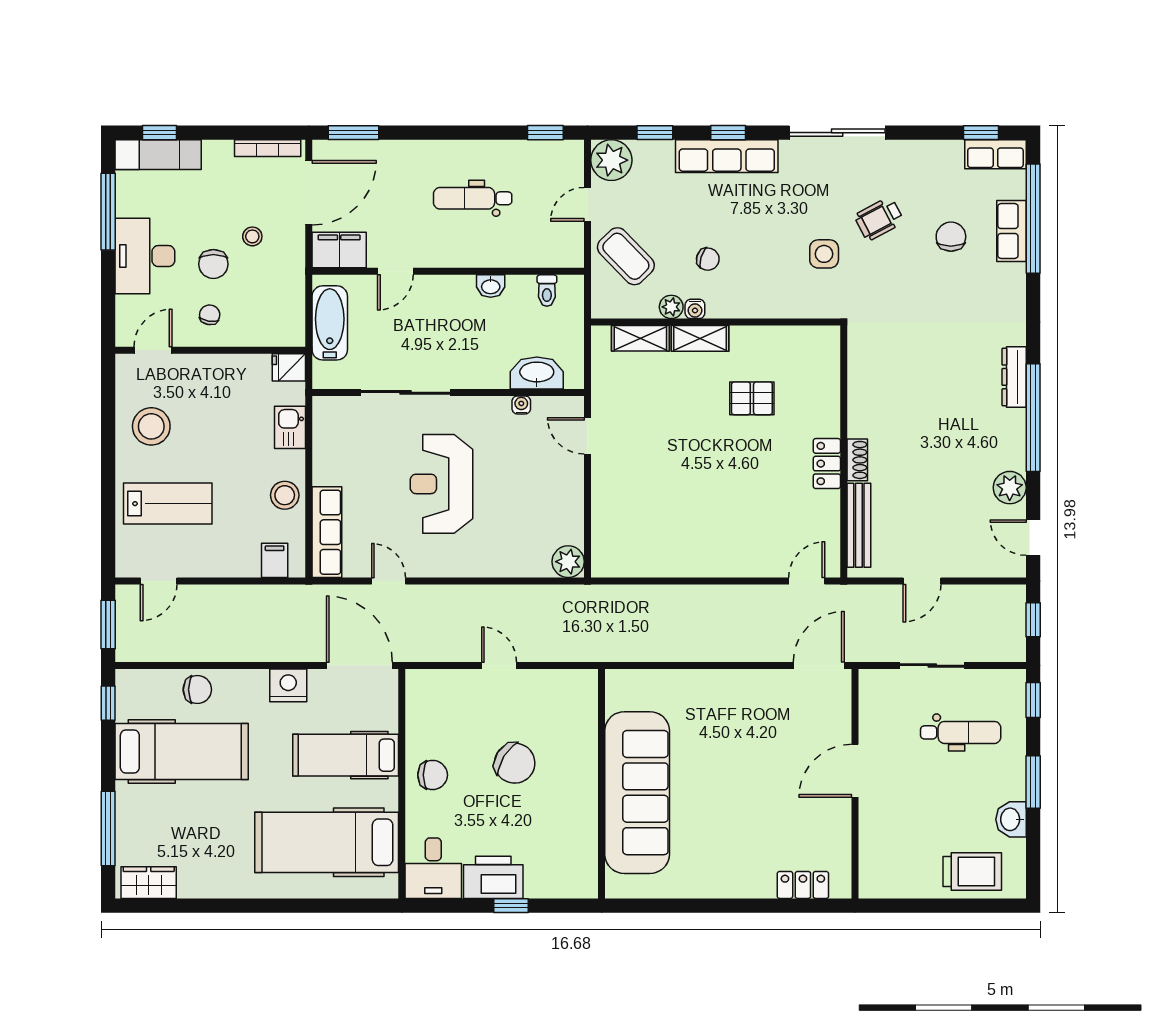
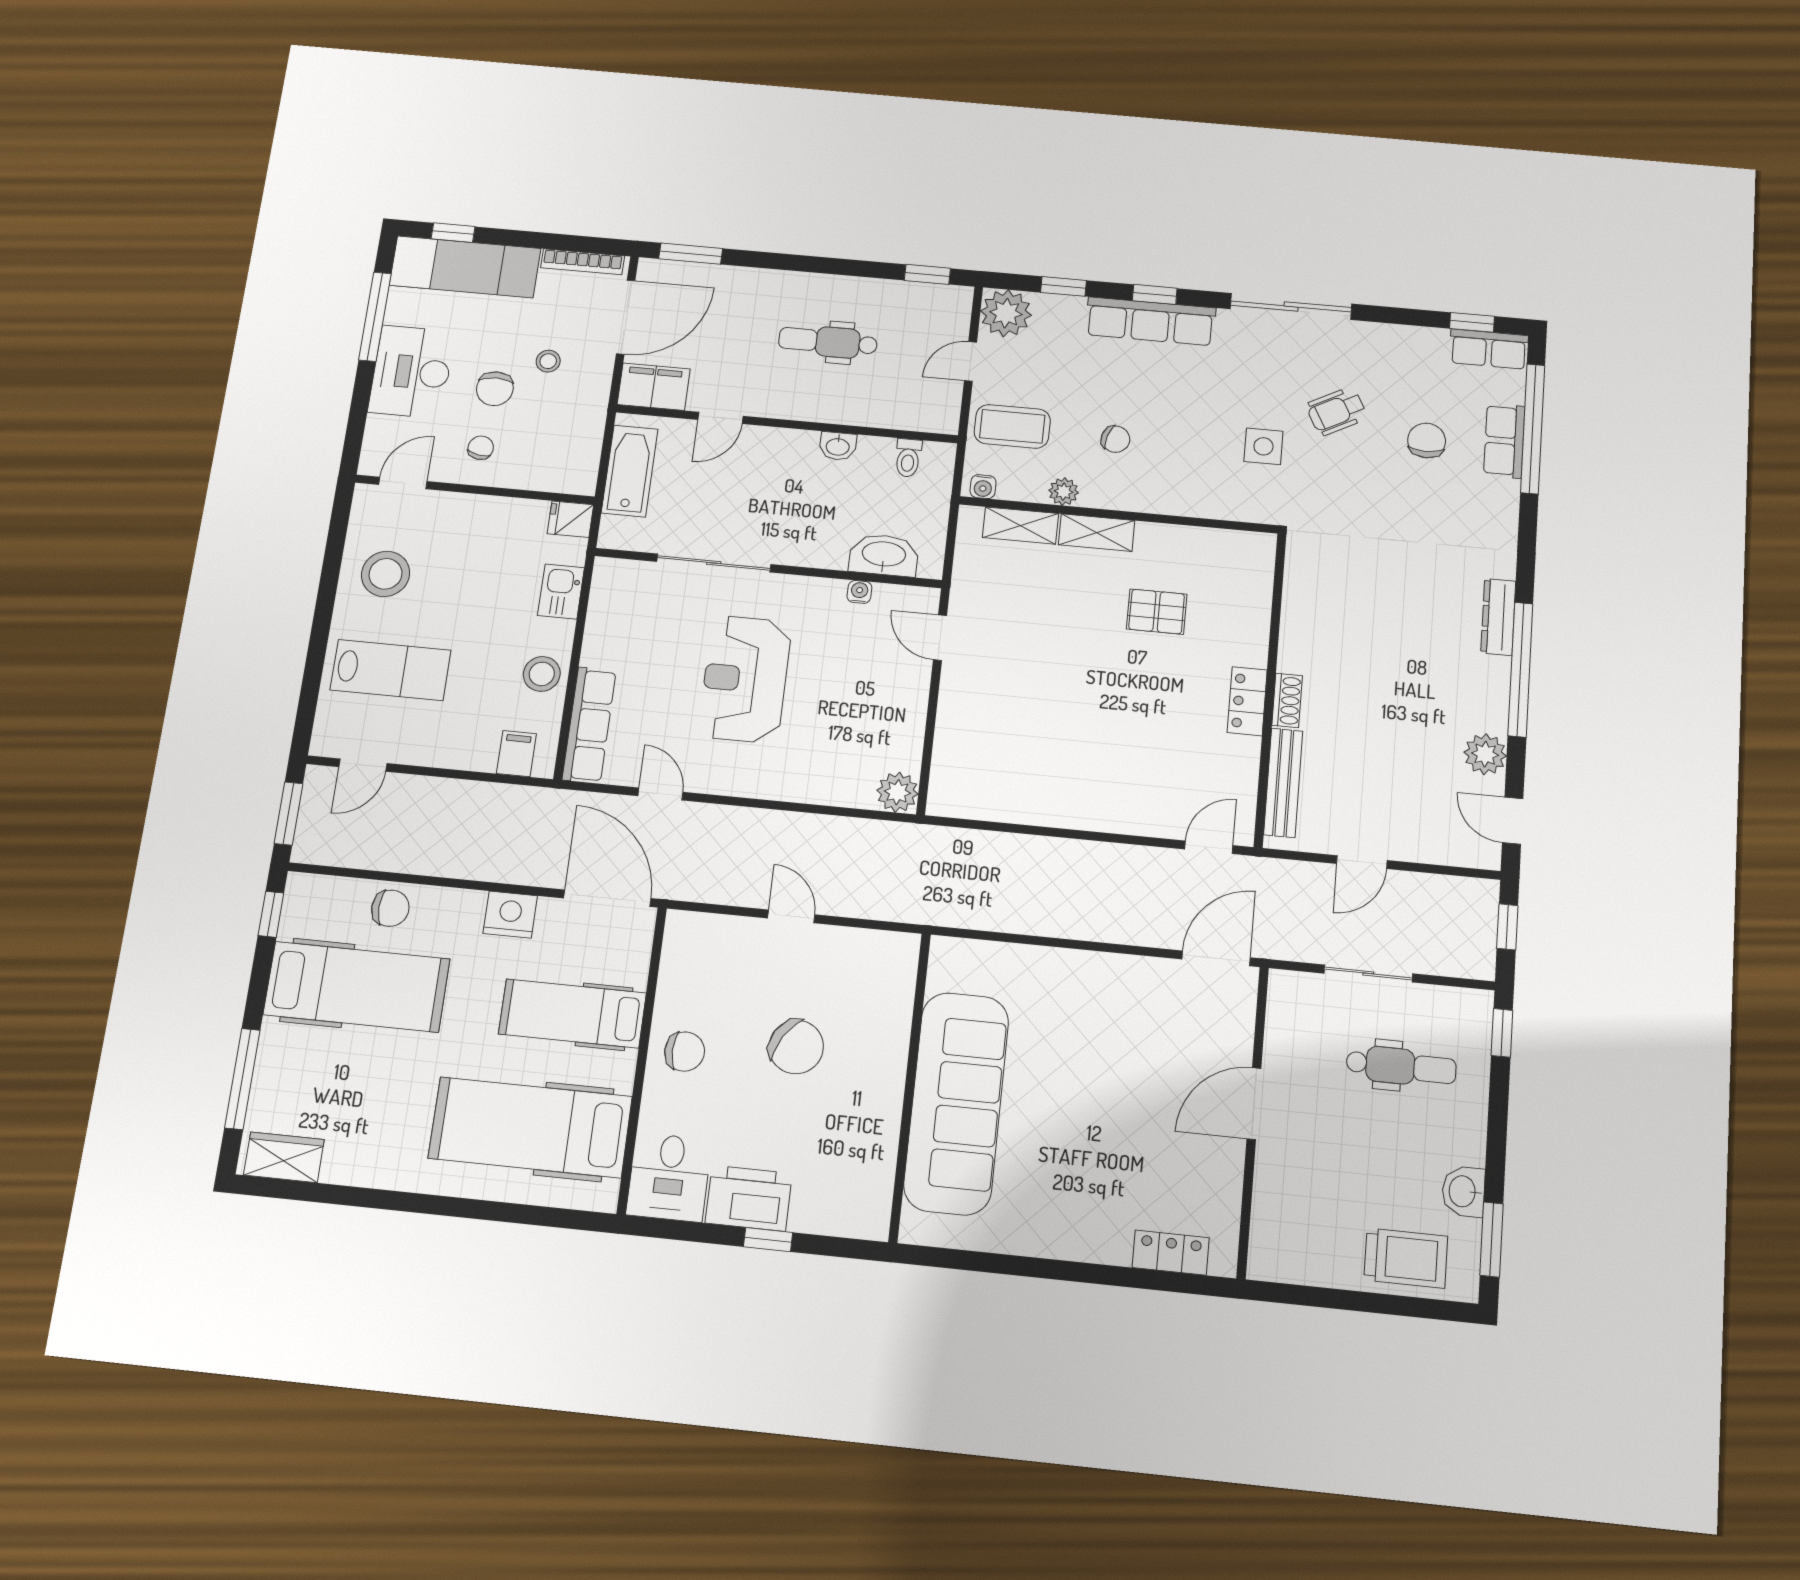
exam couch: (158, 155) -> (465, 267), width x1.36, depth x1.45
coffee table: (626, 256) -> (1012, 426), turned -46
water cooler: (695, 309) -> (983, 487), moved
window: (1033, 782) -> (1491, 1240), moved

